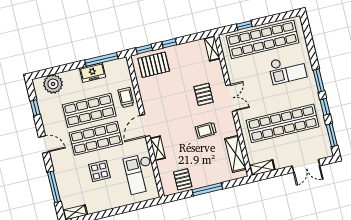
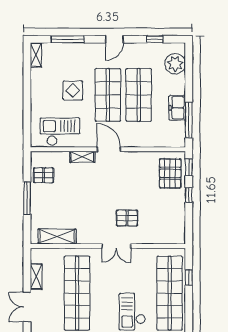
shelving: (212, 49) -> (173, 238), removed
trolley: (126, 98) -> (143, 136), removed
trolley: (206, 130) -> (89, 212), removed
shelving: (262, 168) -> (36, 277), moved

